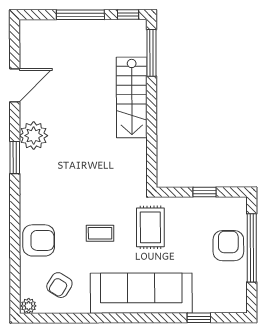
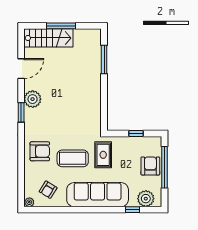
window: (128, 15) -> (90, 26), removed
window: (152, 53) -> (104, 60), moved
stairs: (132, 97) -> (48, 38), moved, turned -90
coffee table: (100, 233) -> (73, 158), width x1.86, depth x1.72
armchair: (39, 240) -> (40, 151), moved
plant: (221, 300) -> (146, 199), added

